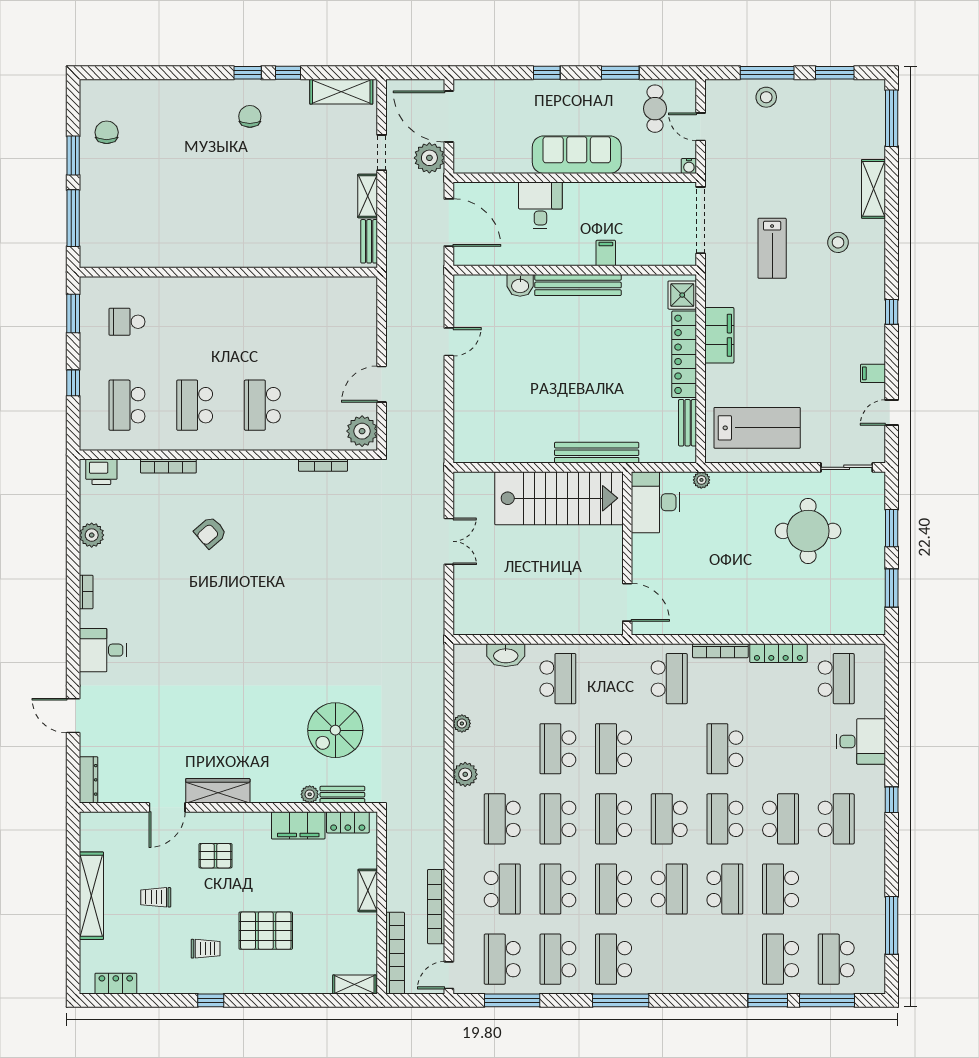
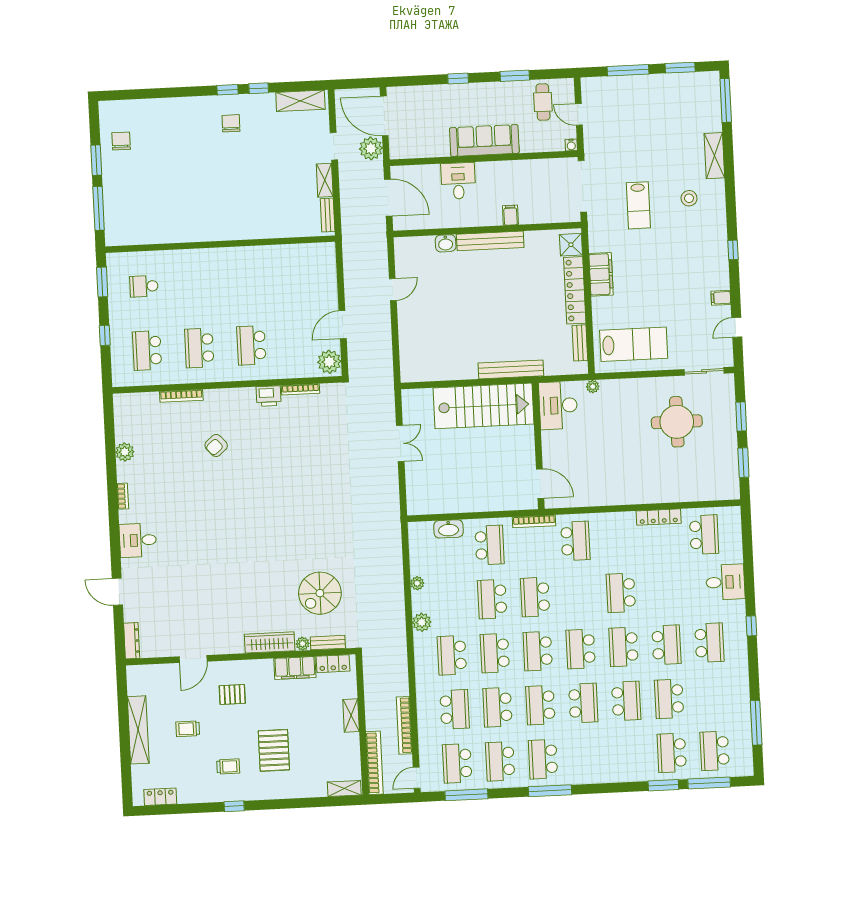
stool: (766, 97) -> (628, 89), removed
printer: (101, 472) -> (269, 396), moved
bookcase: (720, 651) -> (534, 521), moved
wardrobe: (218, 791) -> (270, 642), moved
pallet: (266, 931) -> (274, 750), turned 90

